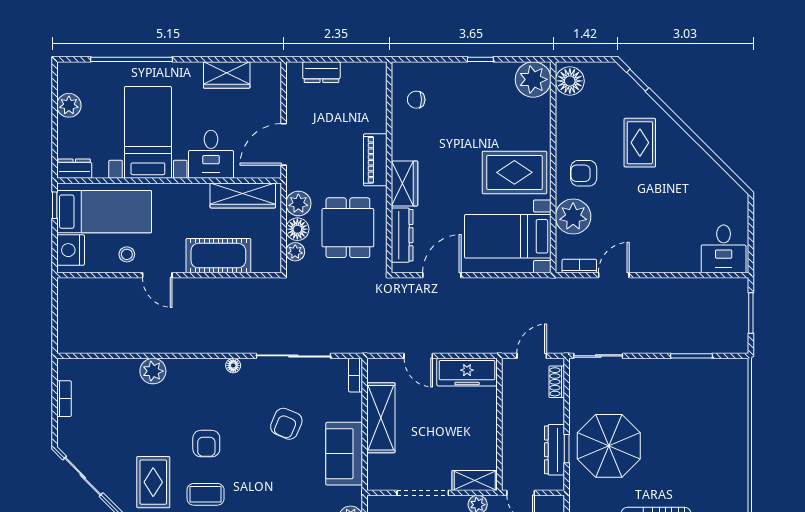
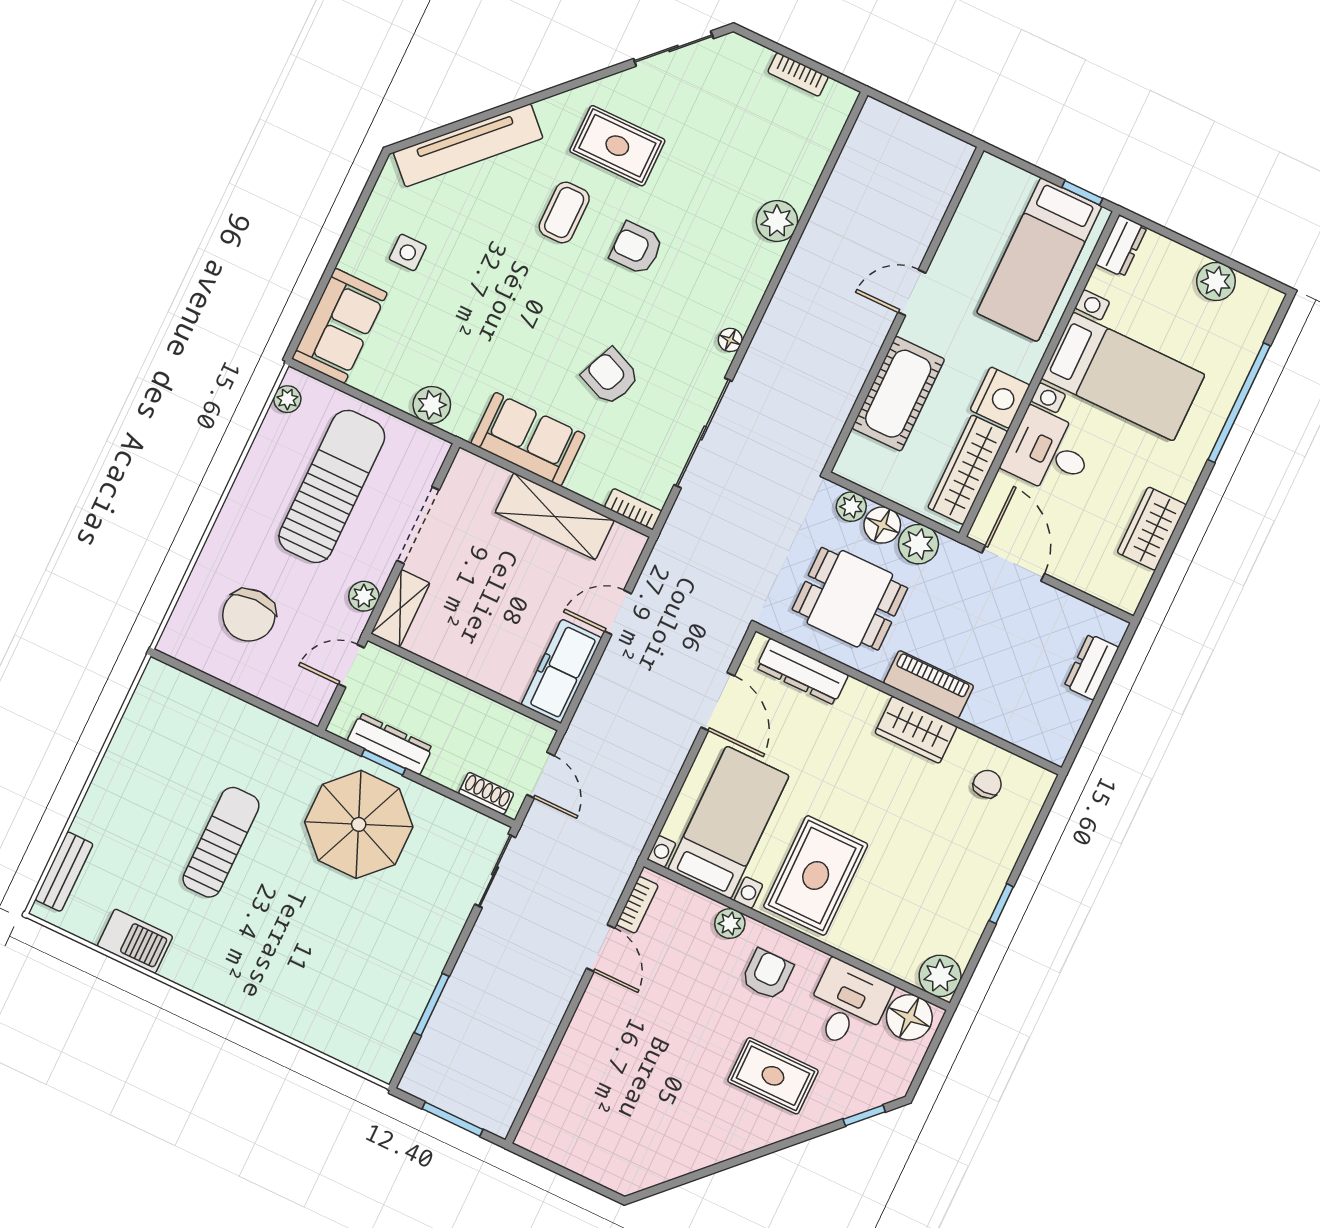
plant: (533, 79) -> (940, 976), width x0.73, depth x0.73
wardrobe: (405, 183) -> (916, 730), moved
plant: (573, 217) -> (730, 923), width x0.53, depth x0.53
desk: (724, 249) -> (848, 1005), moved, turned 90
nightstand: (71, 250) -> (1000, 398), moved, turned 90
stool: (127, 254) -> (962, 263), removed

